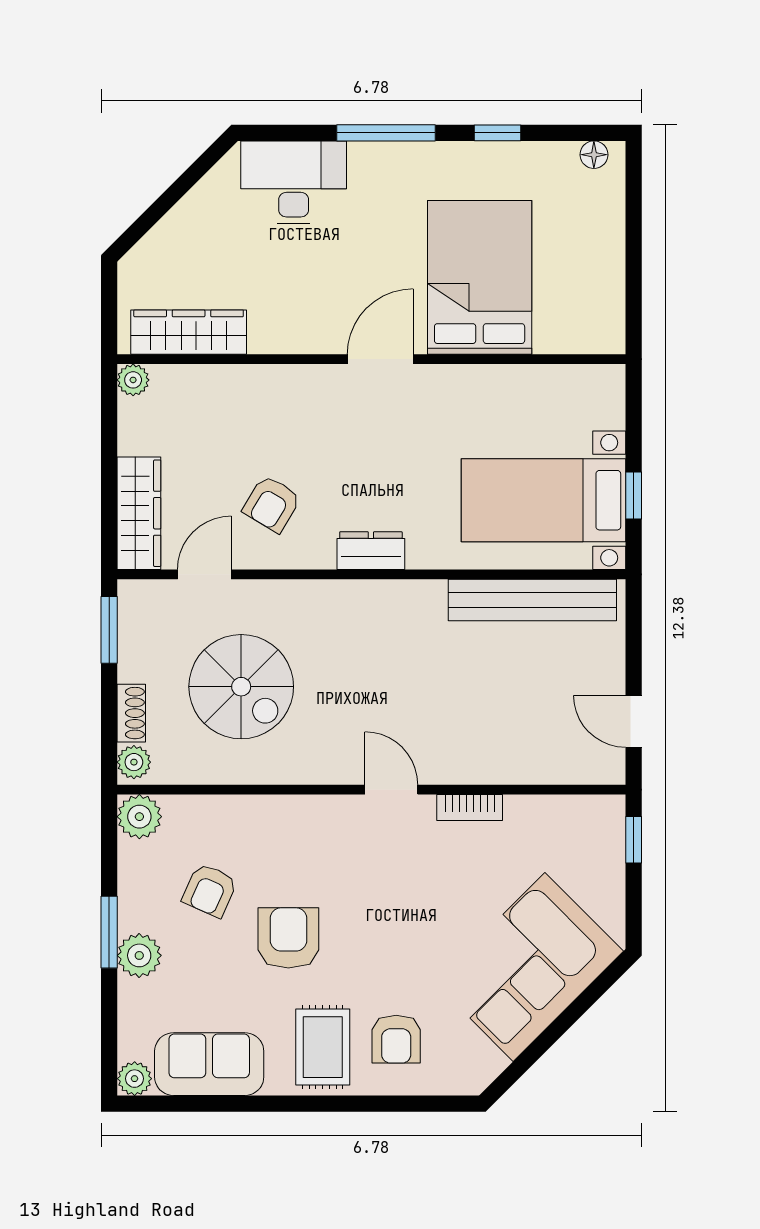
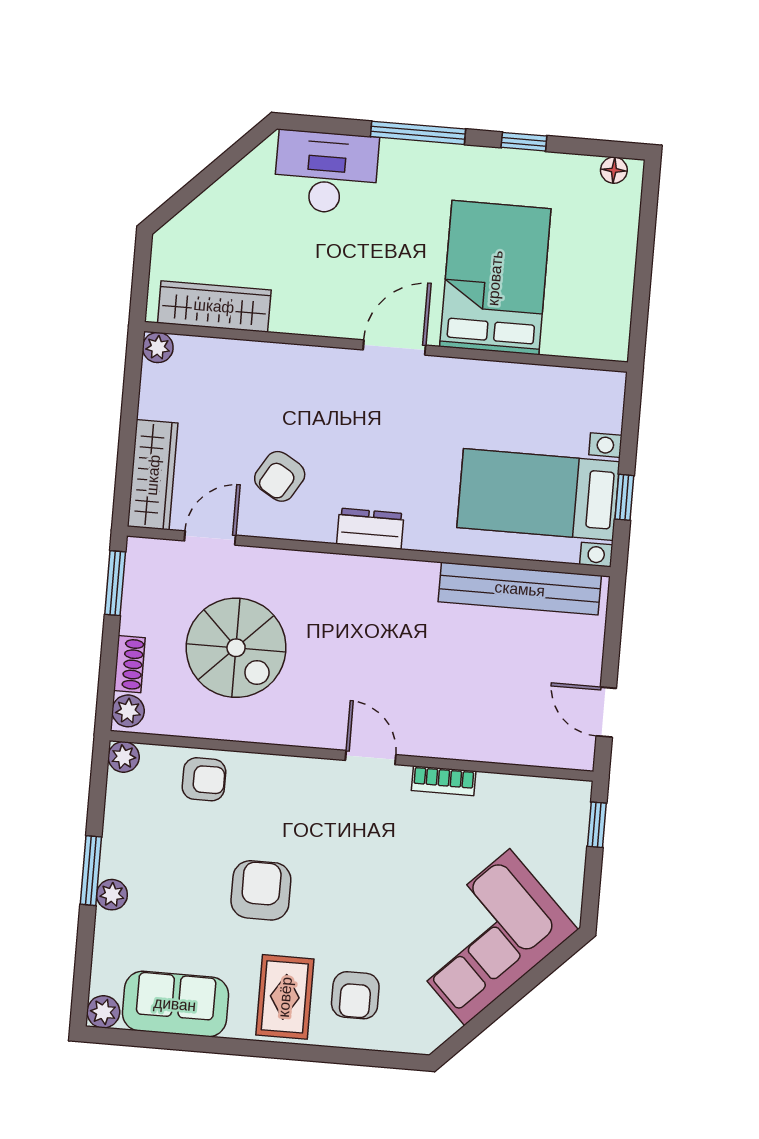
plant: (139, 817) -> (124, 757), width x0.73, depth x0.73
armchair: (210, 890) -> (204, 779), moved, turned -114
plant: (139, 955) -> (112, 895), width x0.73, depth x0.73

